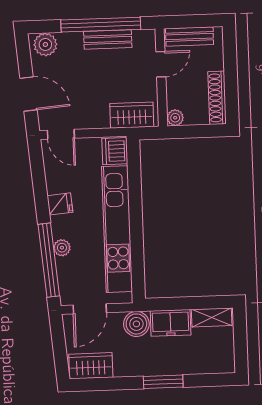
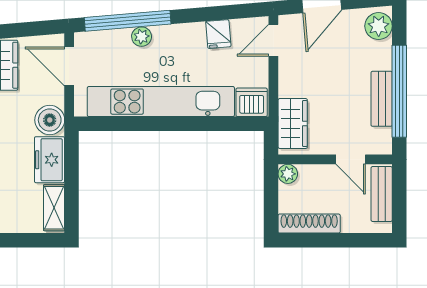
fridge: (60, 204) -> (218, 34), moved

